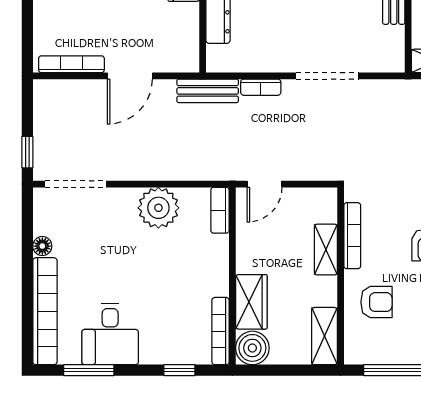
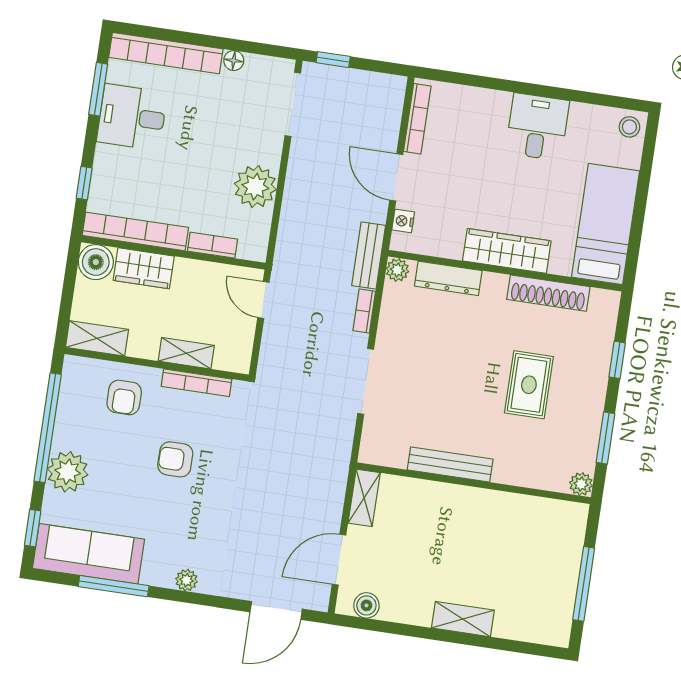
plant: (217, 62) -> (397, 270), added
nightstand: (170, 63) -> (403, 221), added
bookcase: (220, 210) -> (212, 245), moved
bookcase: (221, 331) -> (135, 231), width x1.48, depth x1.31

